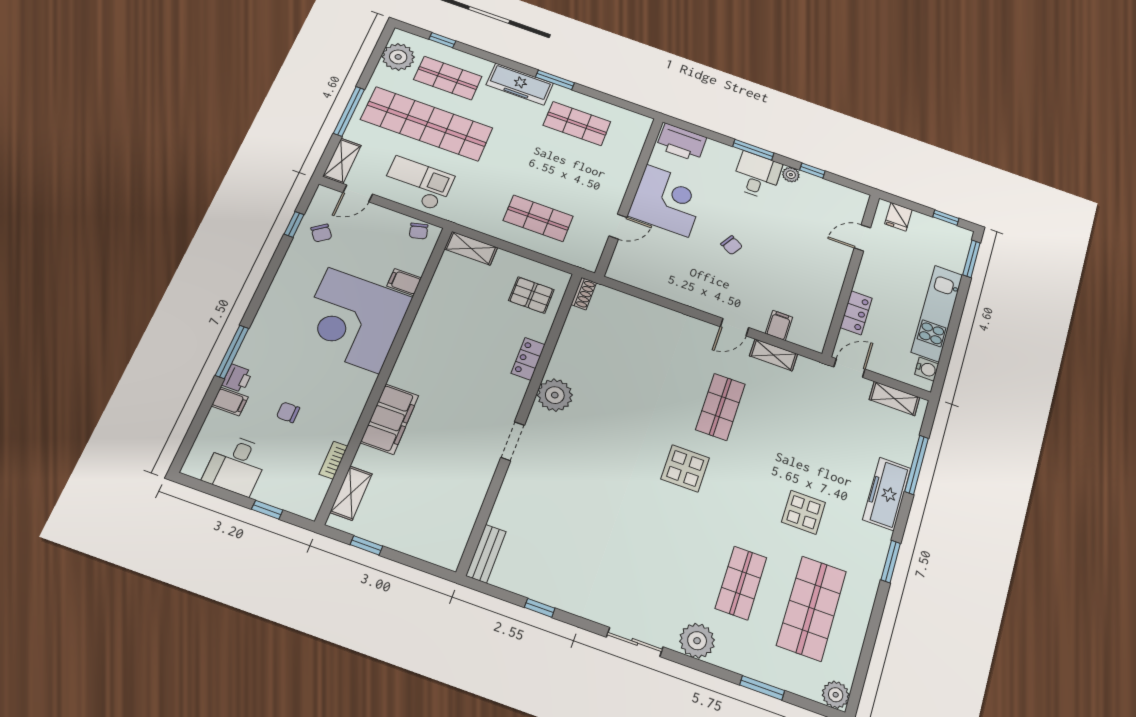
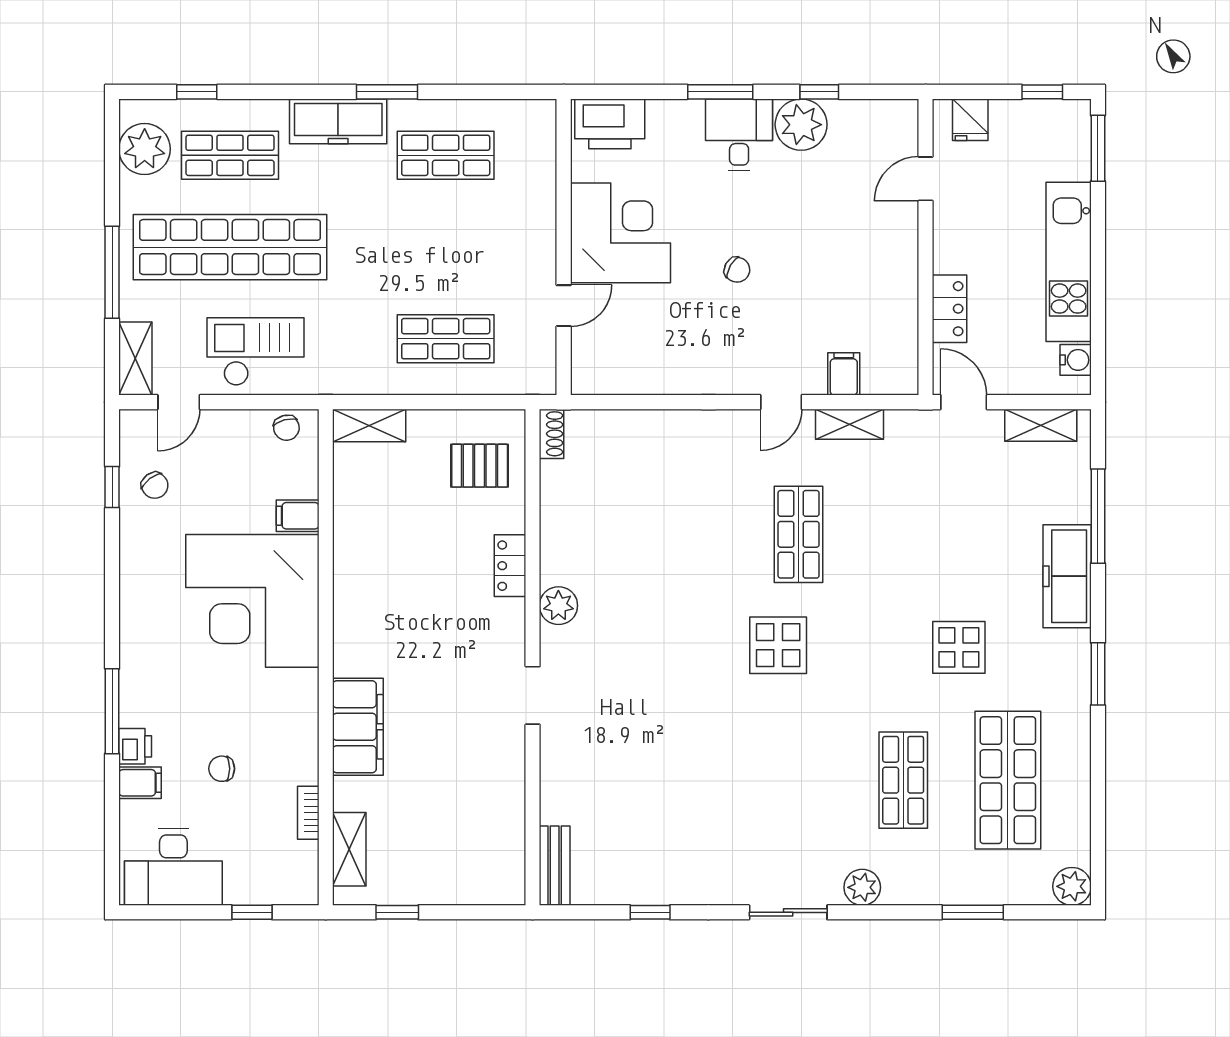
plant: (791, 175) -> (801, 125), width x1.87, depth x1.87
door: (849, 368) -> (964, 402), hinge flipped
plant: (555, 395) -> (558, 606), width x0.73, depth x0.73
desk: (236, 465) -> (173, 867), width x1.37
plant: (697, 641) -> (862, 887), width x0.73, depth x0.73

